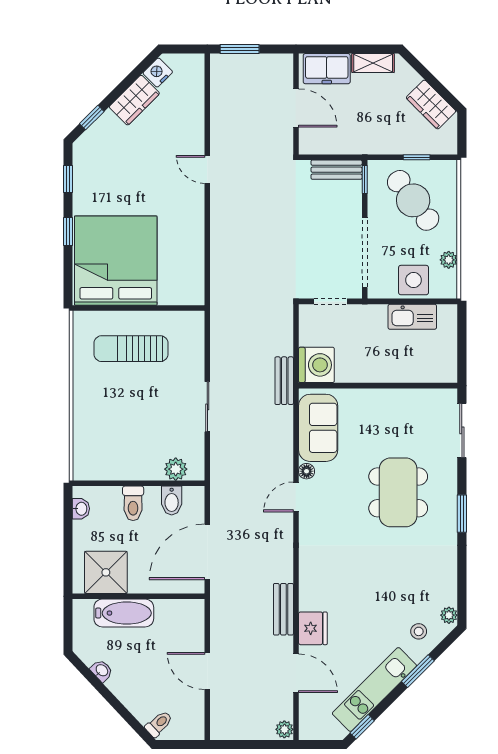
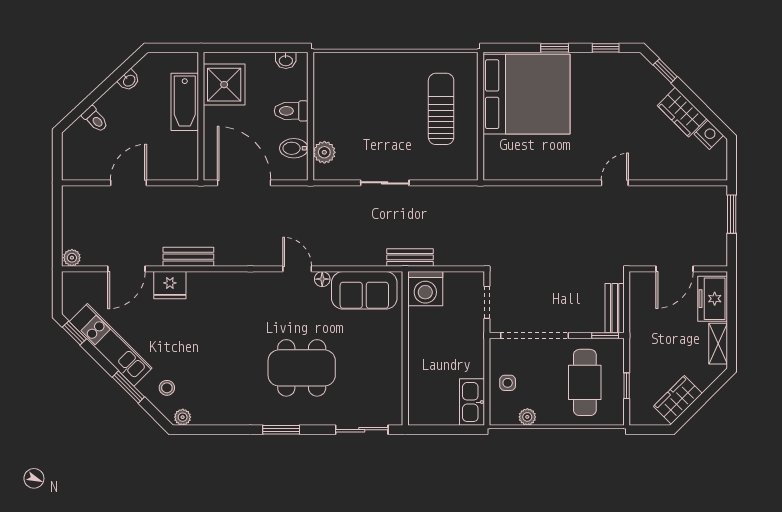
cafe table: (413, 200) -> (585, 382), turned -53
side table: (414, 280) -> (508, 383), width x0.54, depth x0.54
kitchen sink: (412, 317) -> (472, 402), moved
toilet: (159, 724) -> (95, 119), moved

